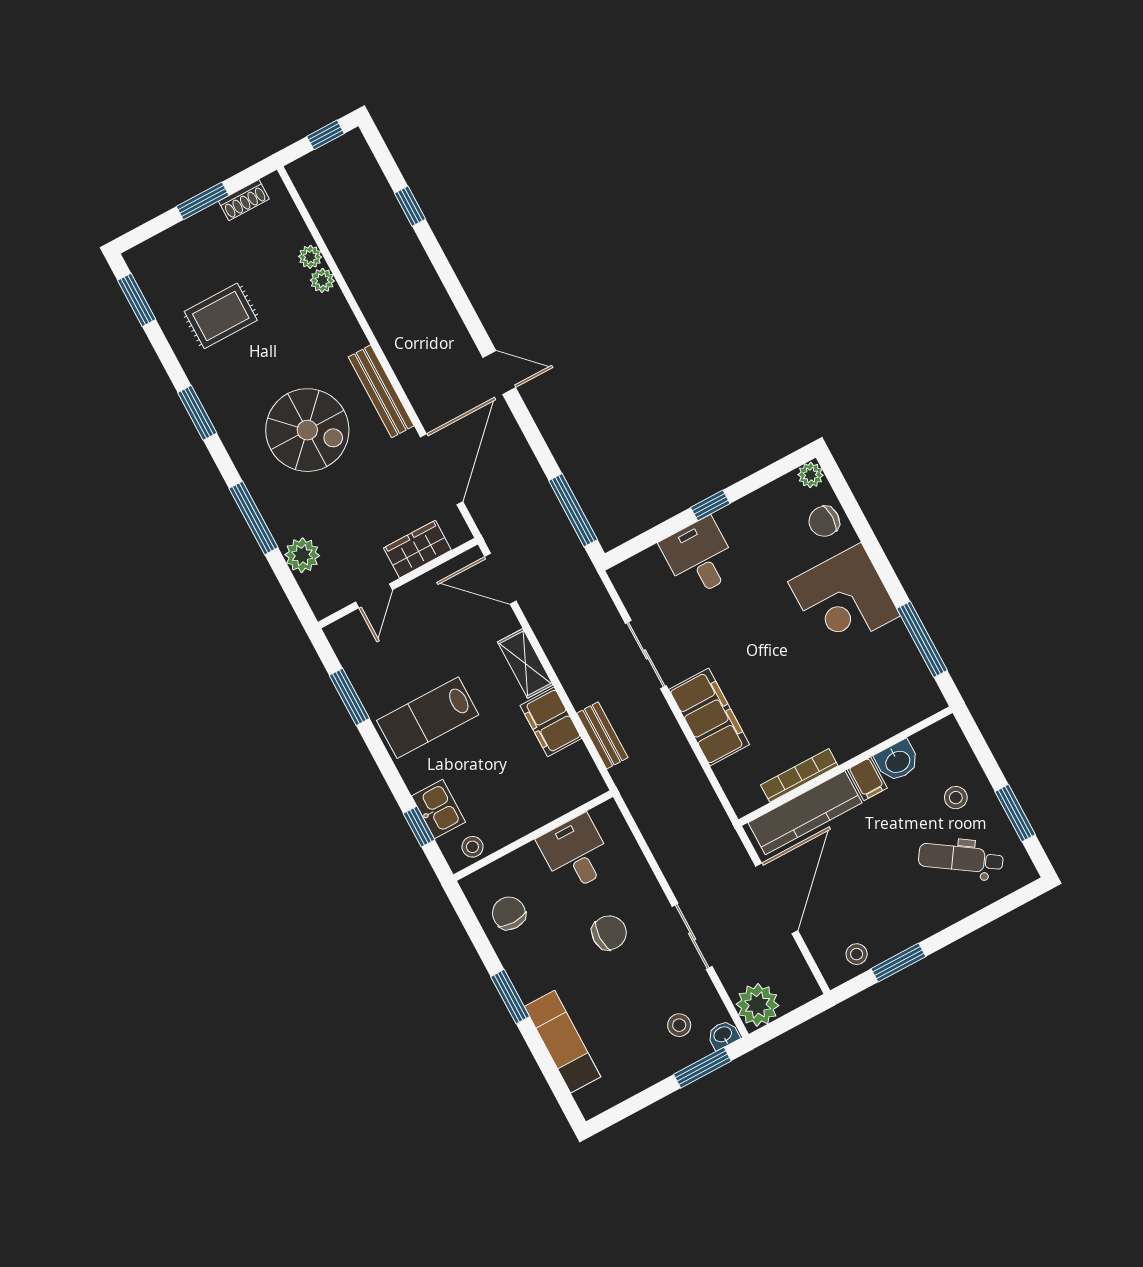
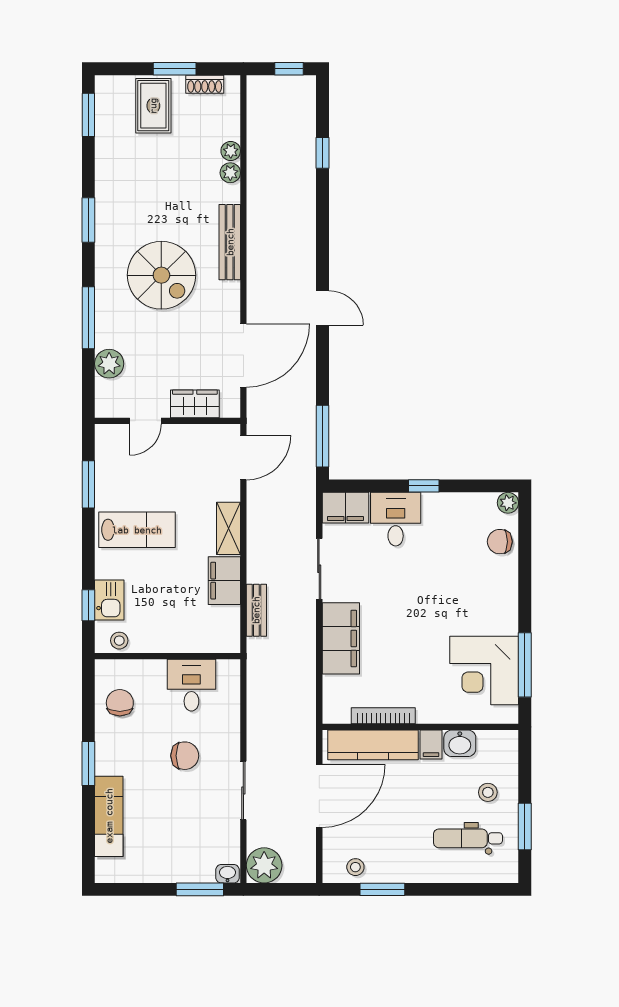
rug: (221, 316) -> (153, 106), moved, turned 90
bench: (381, 391) -> (230, 242), moved
filing cabinet: (639, 574) -> (345, 508), added
door: (500, 579) -> (243, 458), swing flipped
corner desk: (844, 599) -> (484, 670), moved
lab bench: (428, 718) -> (137, 530), turned 180
dental chair: (961, 858) -> (468, 838), turned -34
stool: (679, 1025) -> (200, 850), removed

